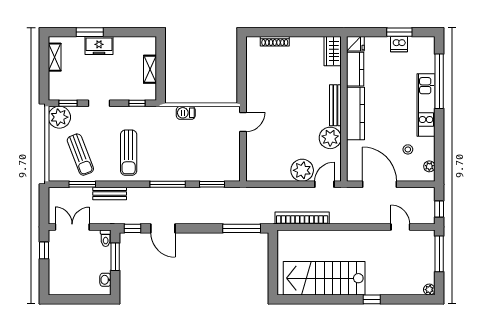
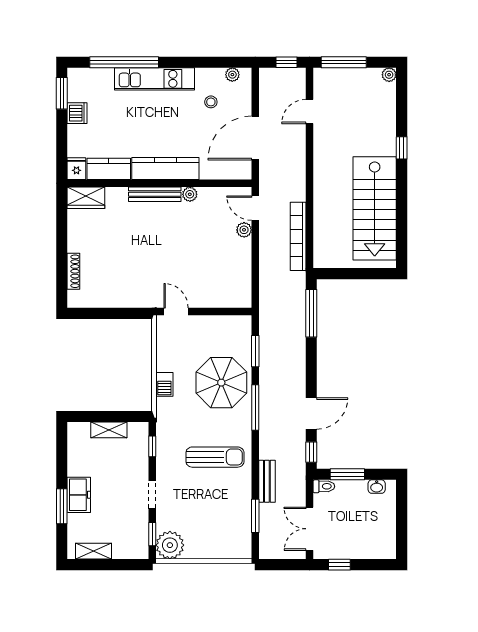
window: (399, 32) -> (62, 93), moved
plant: (330, 138) -> (190, 194), width x0.53, depth x0.53
sun lounger: (80, 155) -> (217, 518), removed
parasol: (187, 158) -> (221, 383), added
plant: (302, 170) -> (244, 230), width x0.53, depth x0.53

